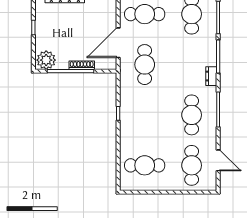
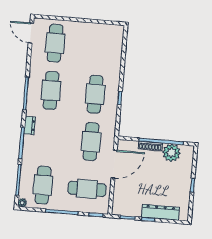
plant: (46, 60) -> (171, 153), moved
door: (218, 160) -> (31, 33), moved
cafe table: (145, 165) -> (95, 94), moved, turned 90

